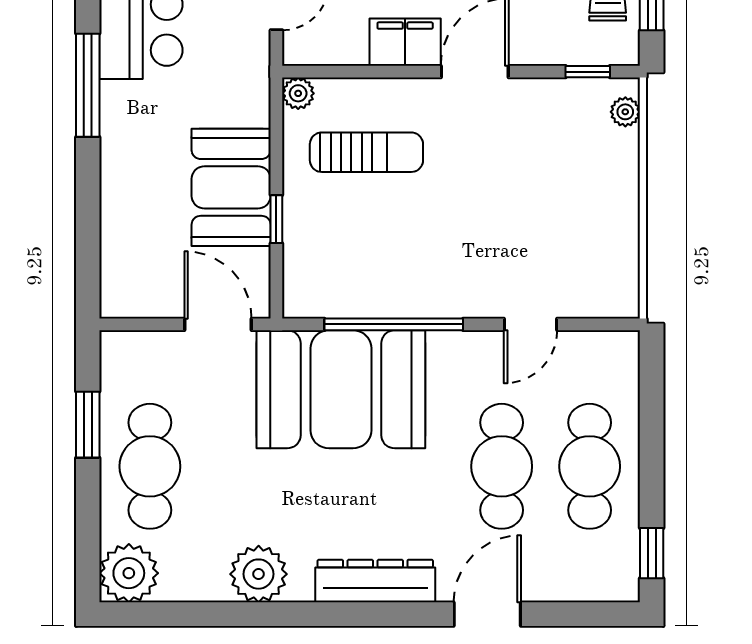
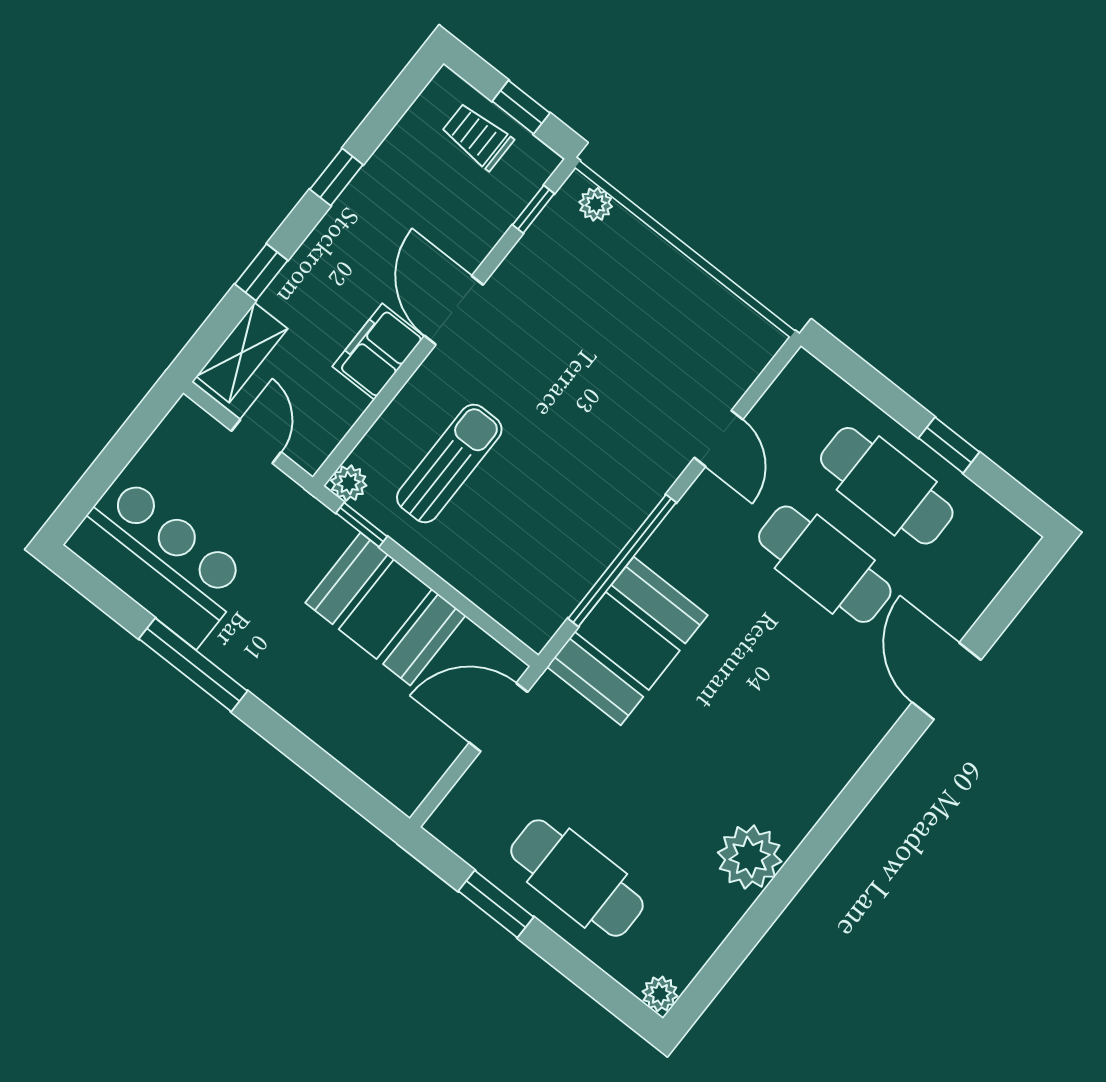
window: (276, 219) -> (362, 525), moved
booth: (341, 389) -> (627, 641), width x0.73, depth x0.70
window: (652, 553) -> (949, 445), moved
plant: (129, 573) -> (660, 994), width x0.53, depth x0.53
dresser: (375, 581) -> (838, 758), removed

